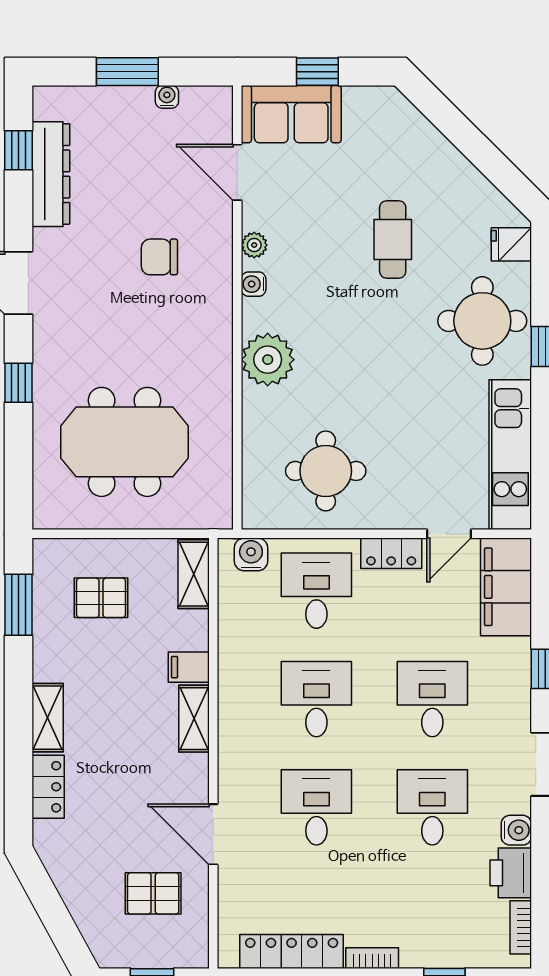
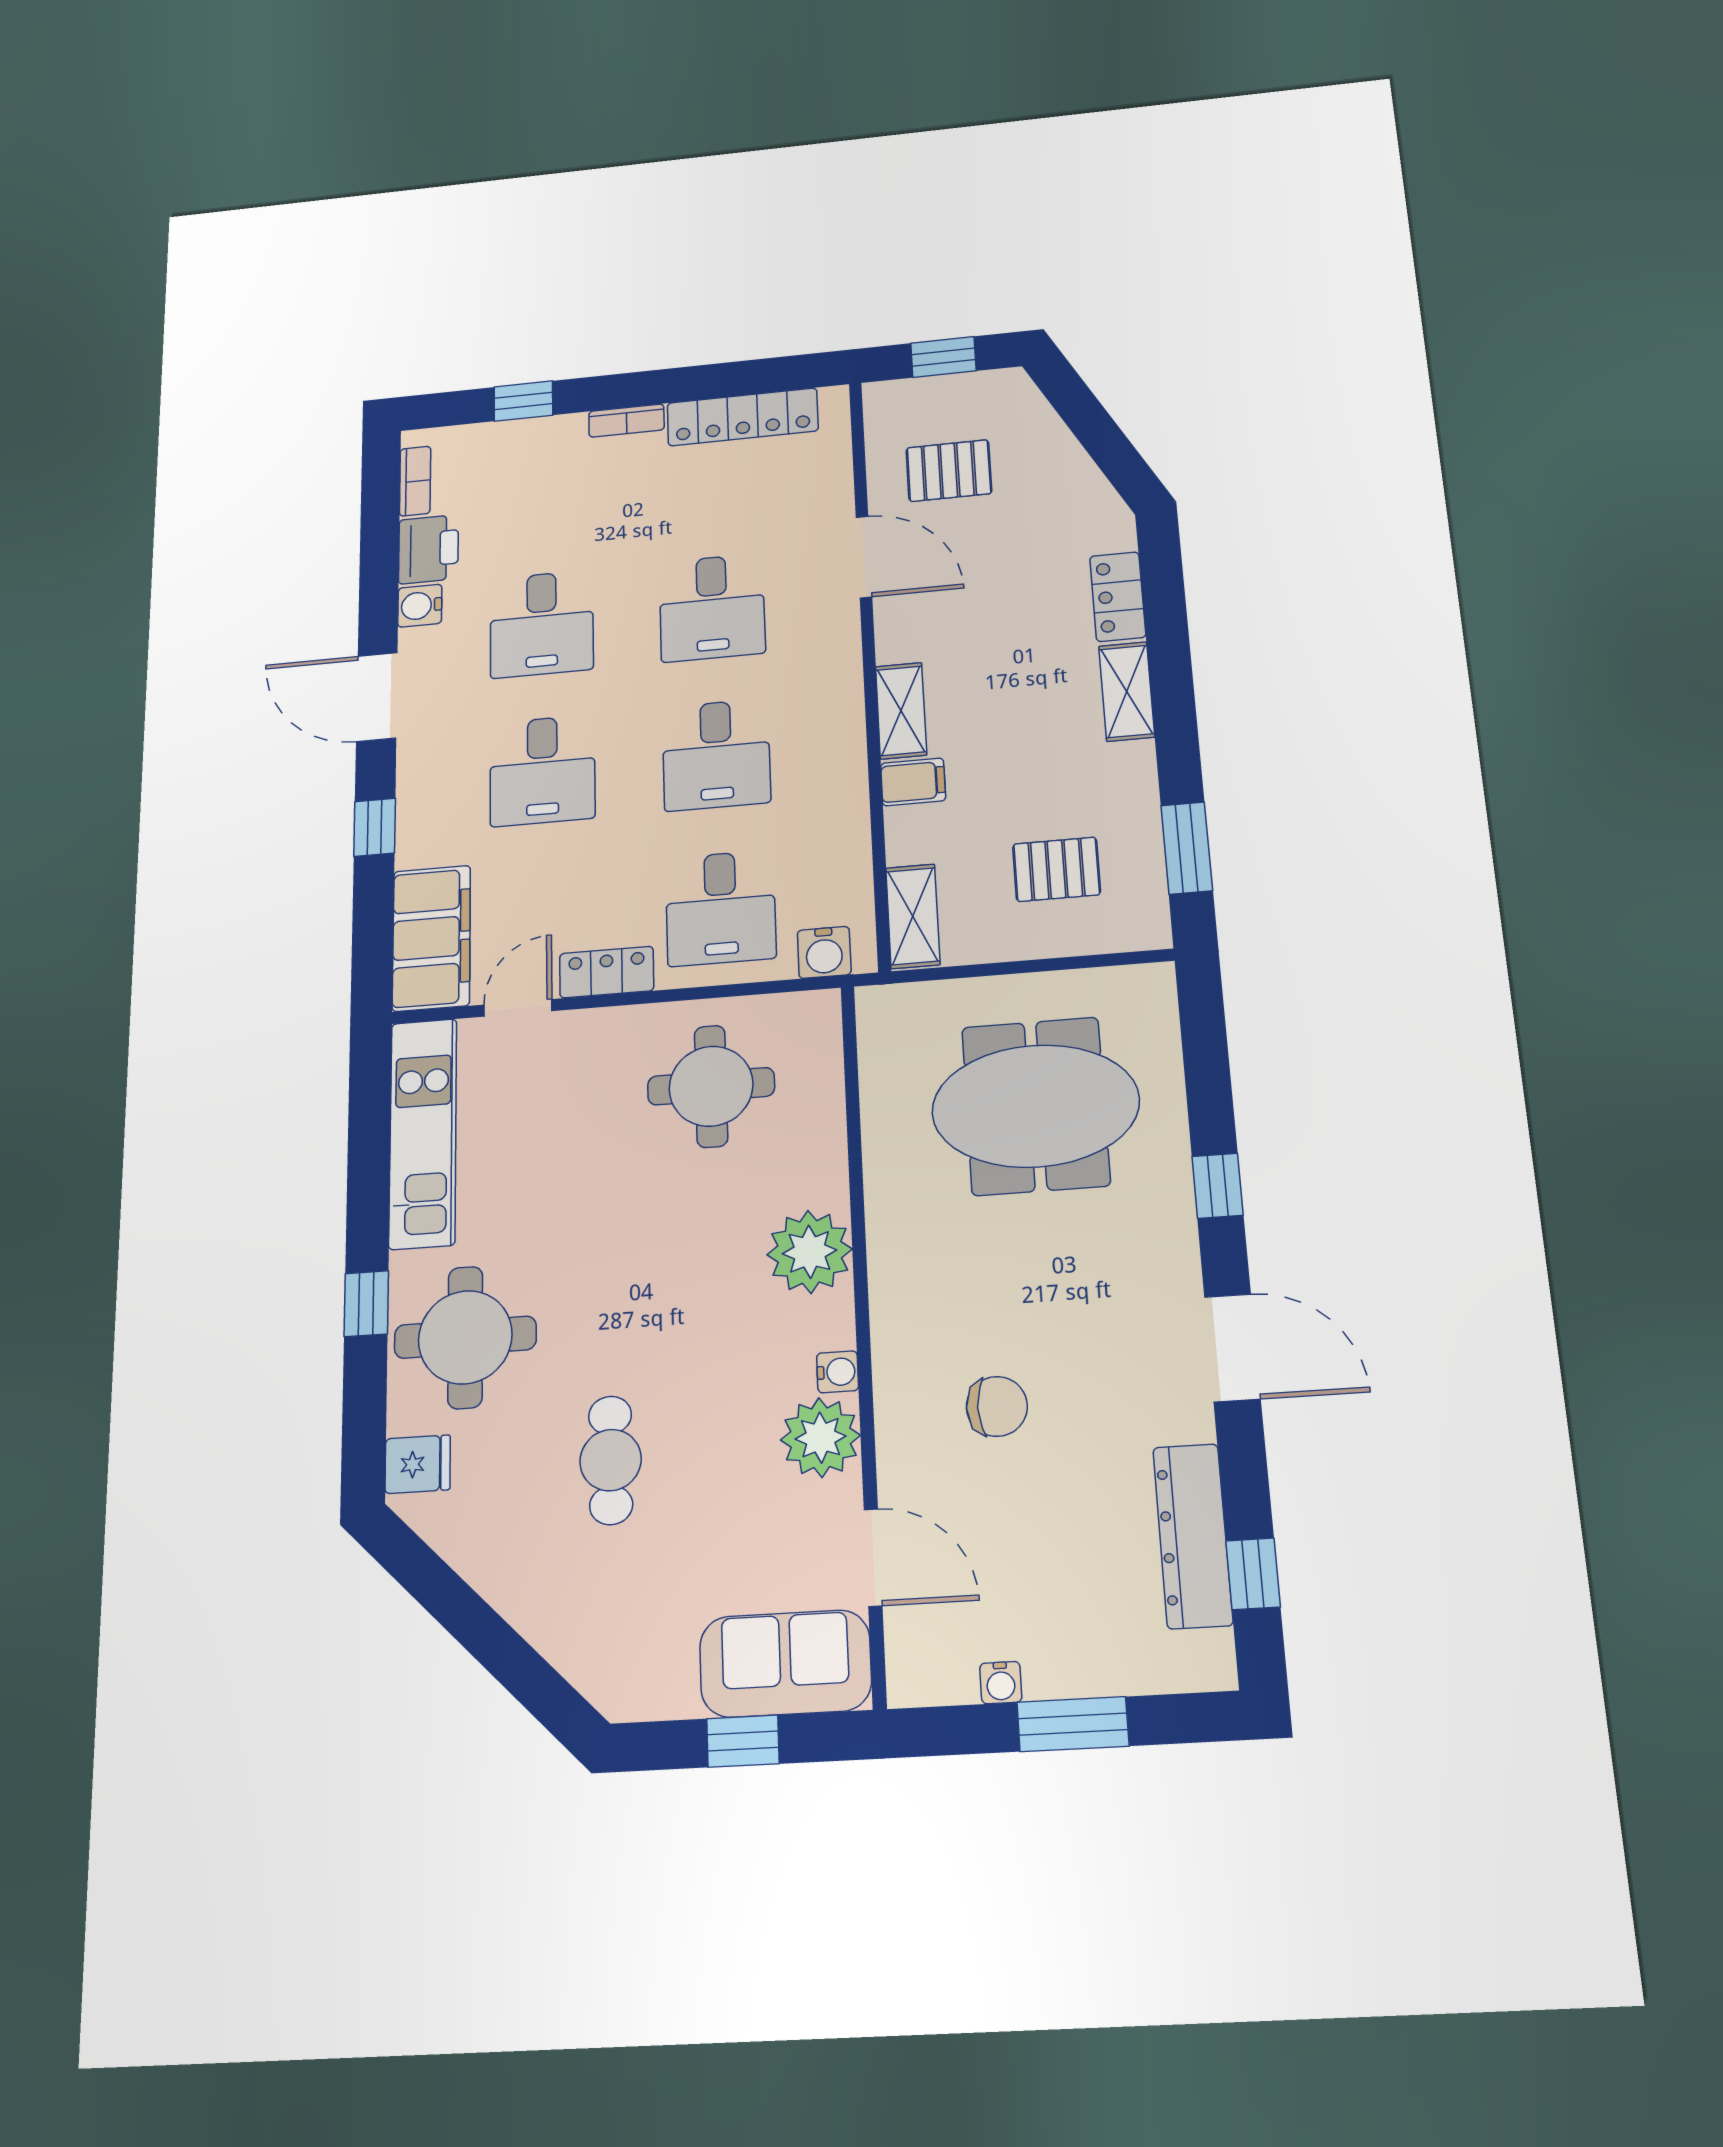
plant: (254, 245) -> (821, 1438), width x1.88, depth x1.88

